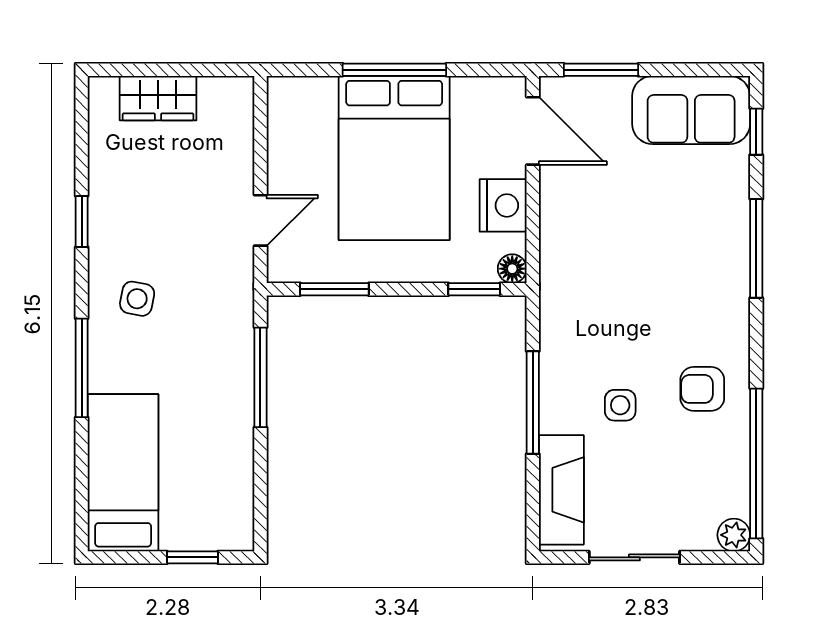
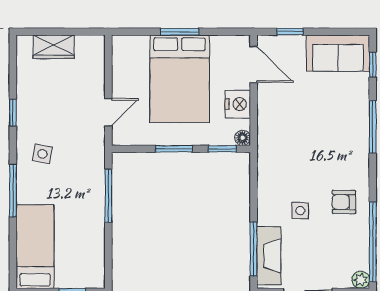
window: (394, 70) -> (180, 32), width x0.69
window: (601, 70) -> (290, 32), width x0.67
window: (334, 289) -> (174, 149), moved
window: (533, 402) -> (254, 249), moved

